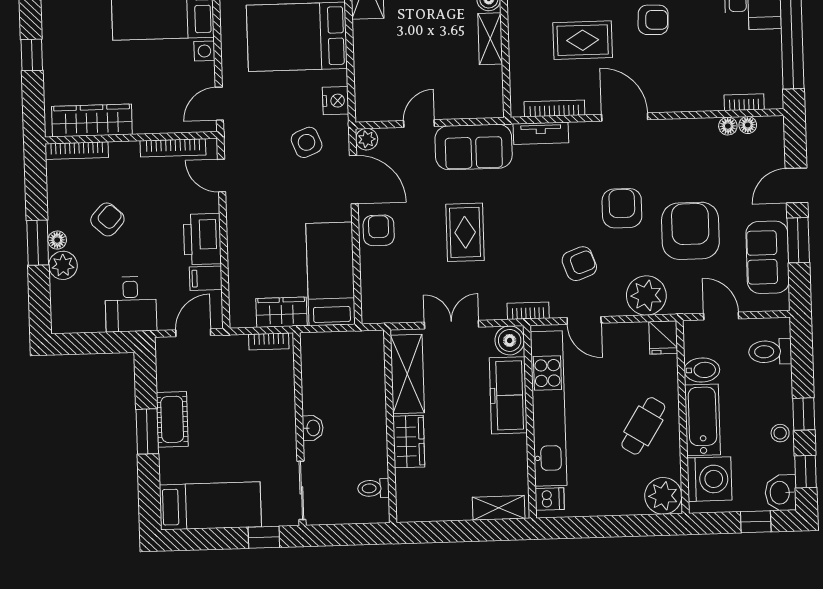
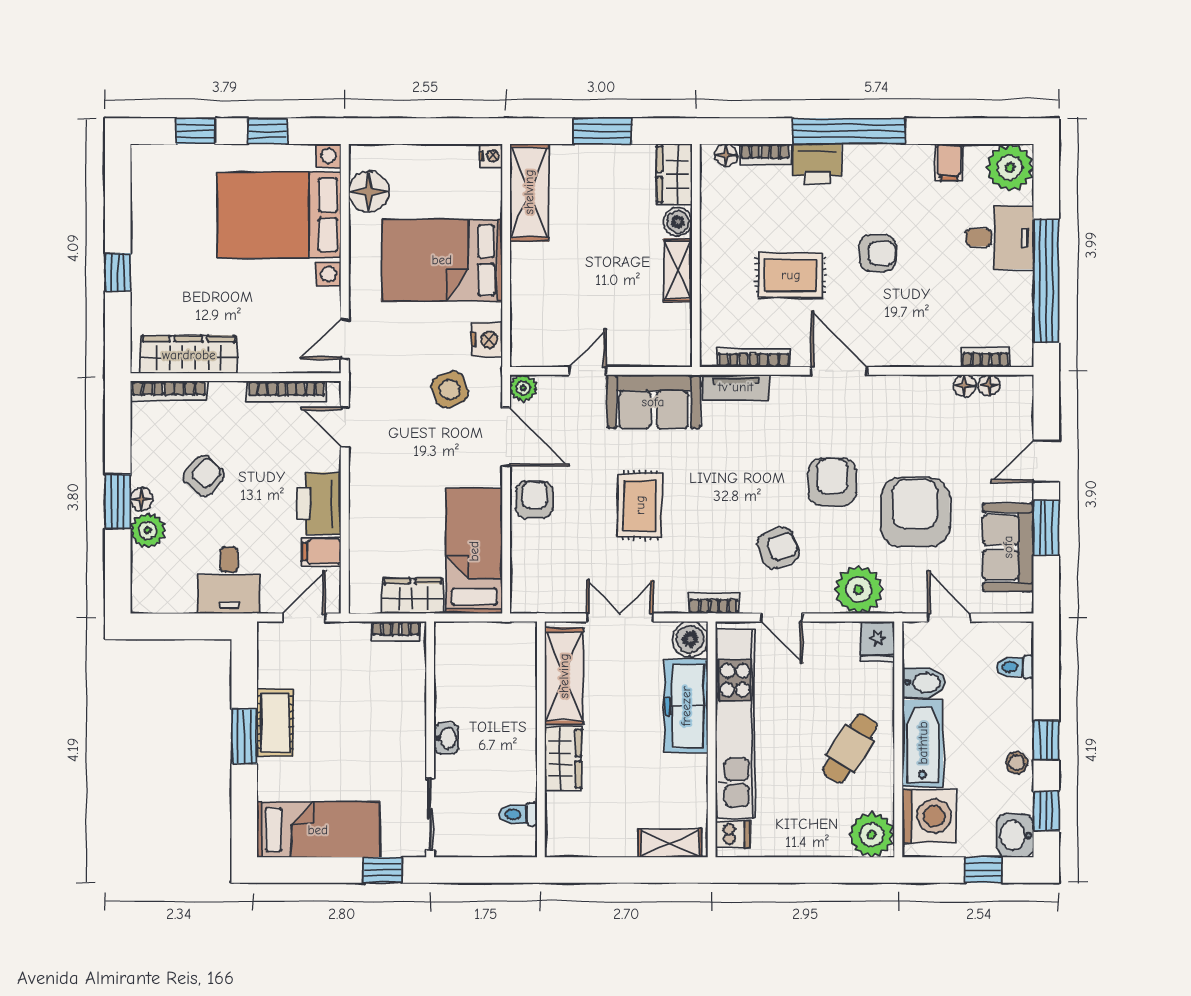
toilet: (770, 352) -> (1015, 667), width x0.73, depth x0.72

